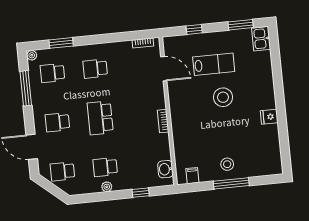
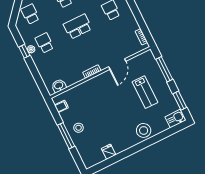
window: (194, 29) -> (164, 69), width x2.17
door: (164, 69) -> (117, 64), moved
stool: (223, 97) -> (144, 130), moved
fridge: (269, 117) -> (109, 152), moved
window: (141, 193) -> (24, 51), moved

